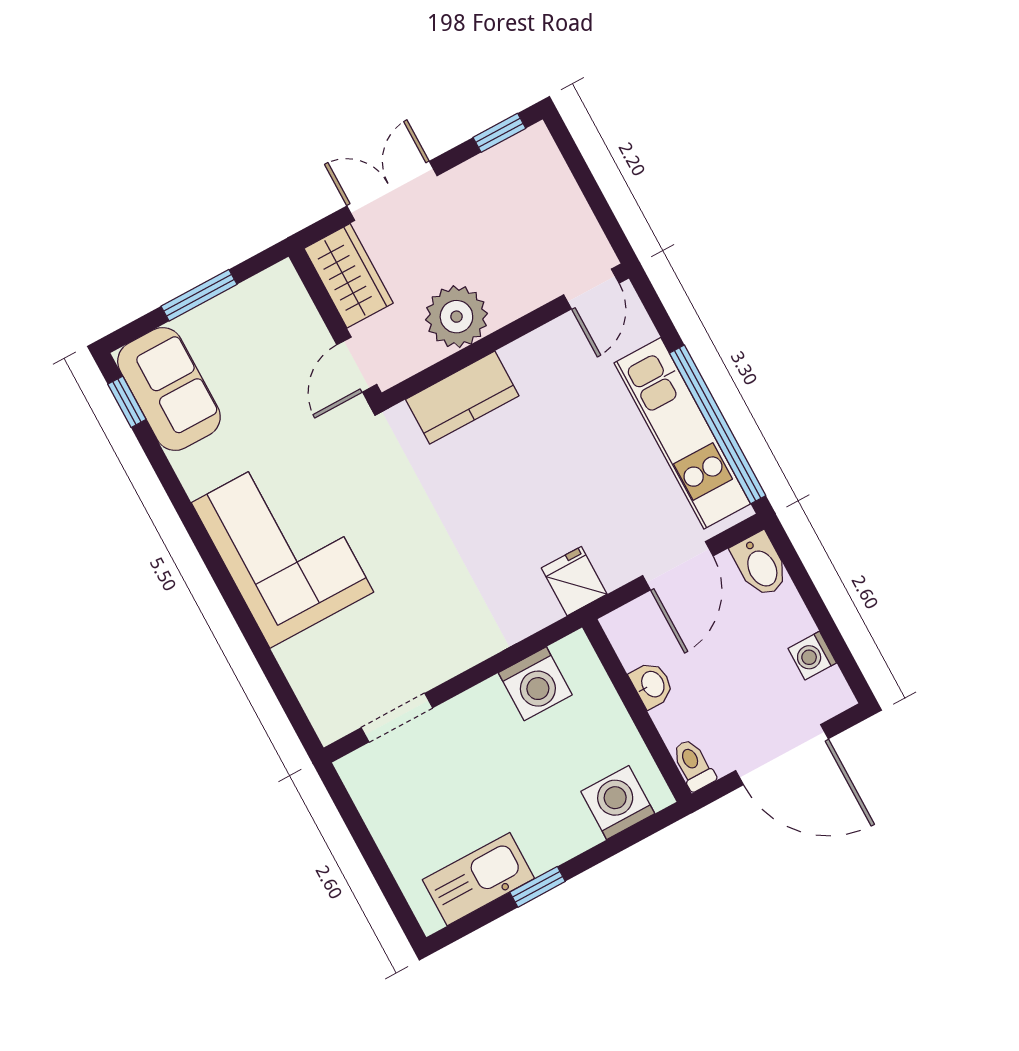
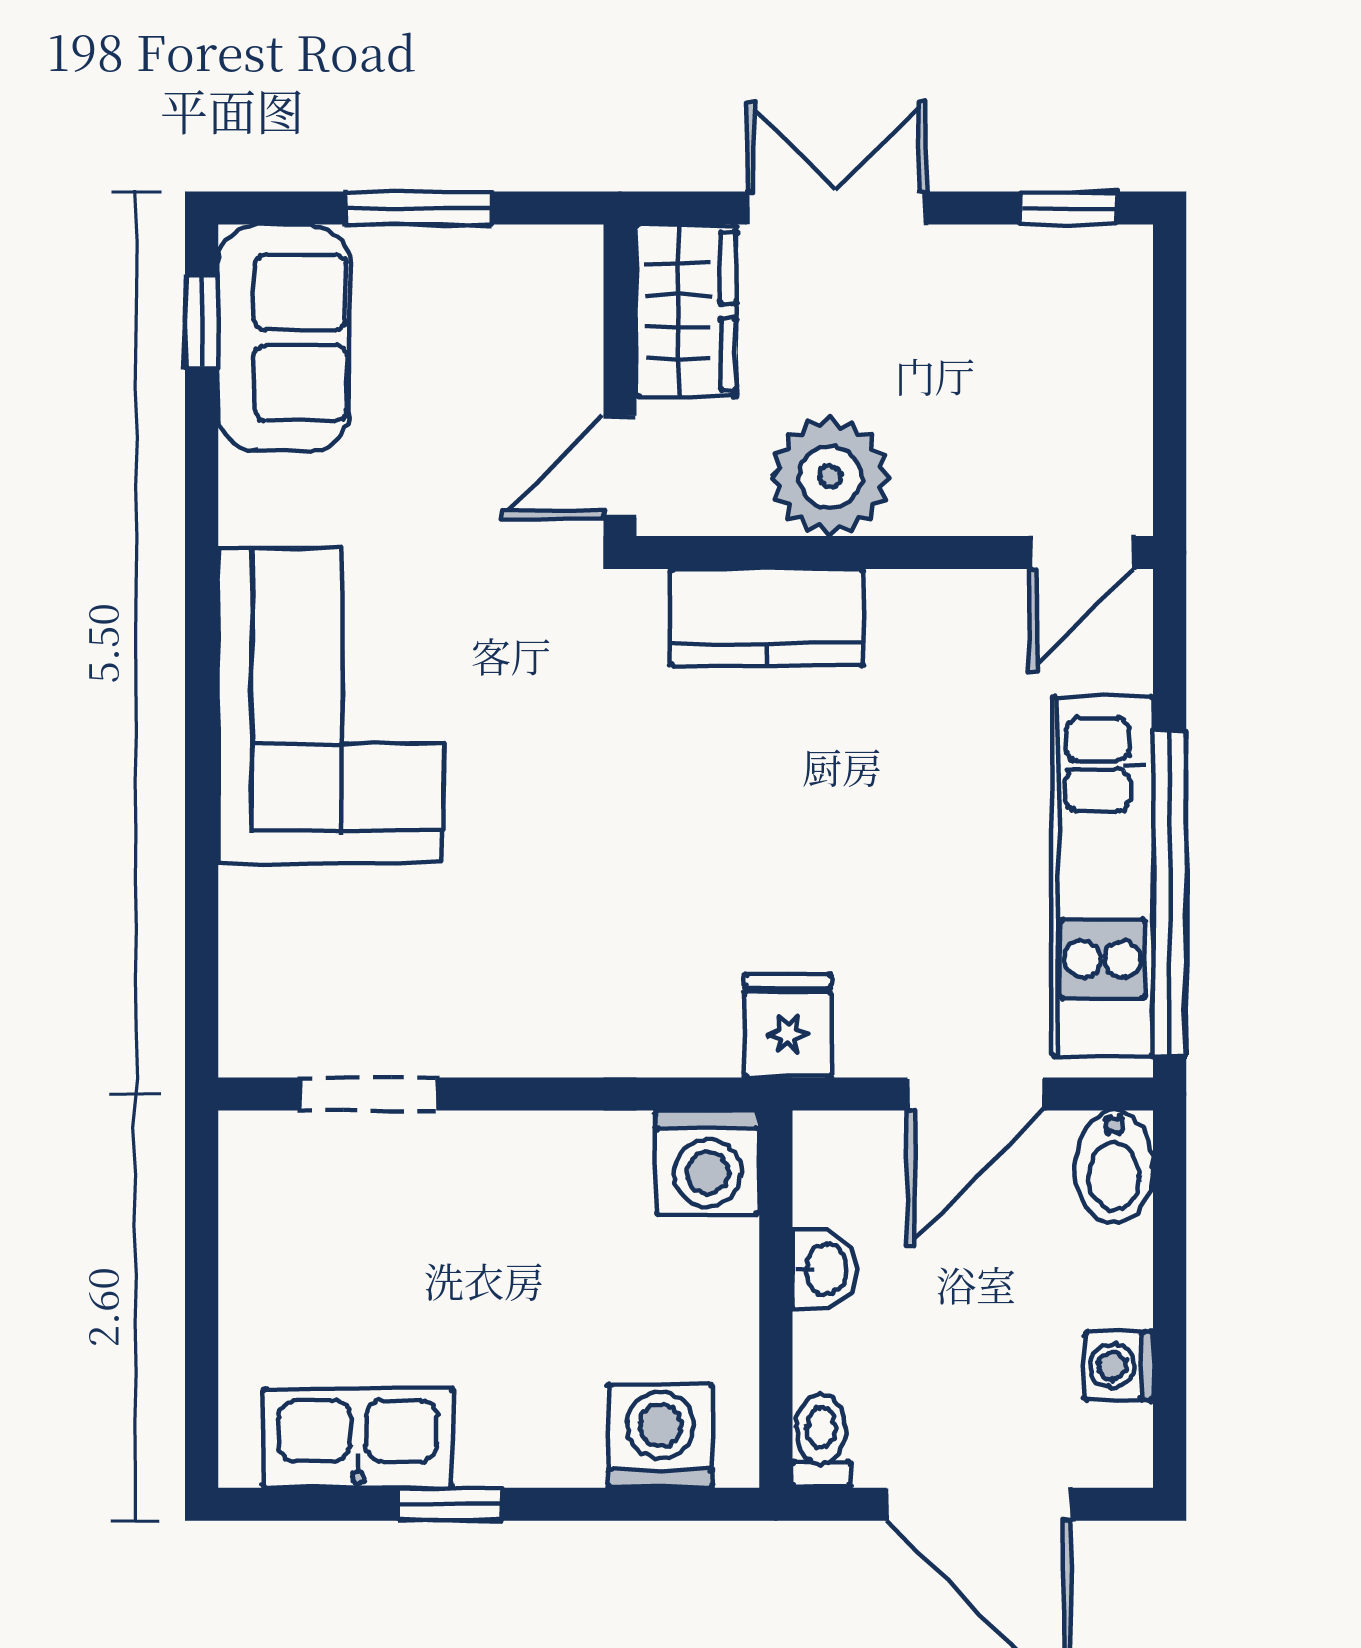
washing machine: (535, 684) -> (707, 1162), moved

